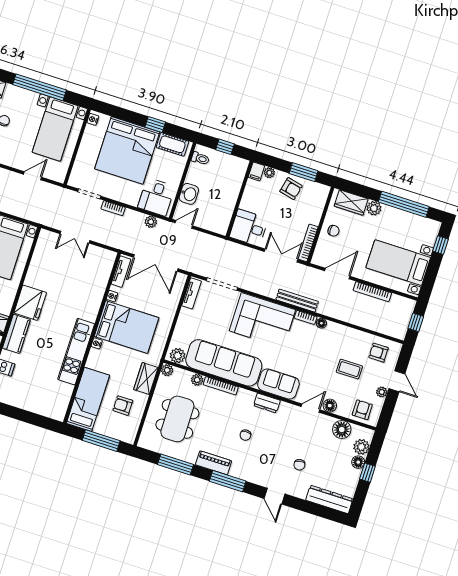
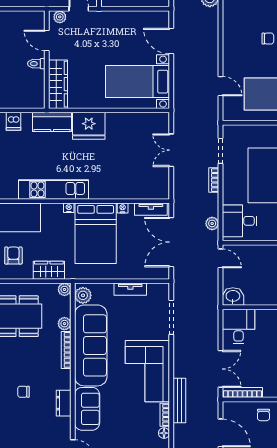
washbasin: (189, 194) -> (233, 296), moved, turned 180
tv unit: (191, 293) -> (130, 289), moved

